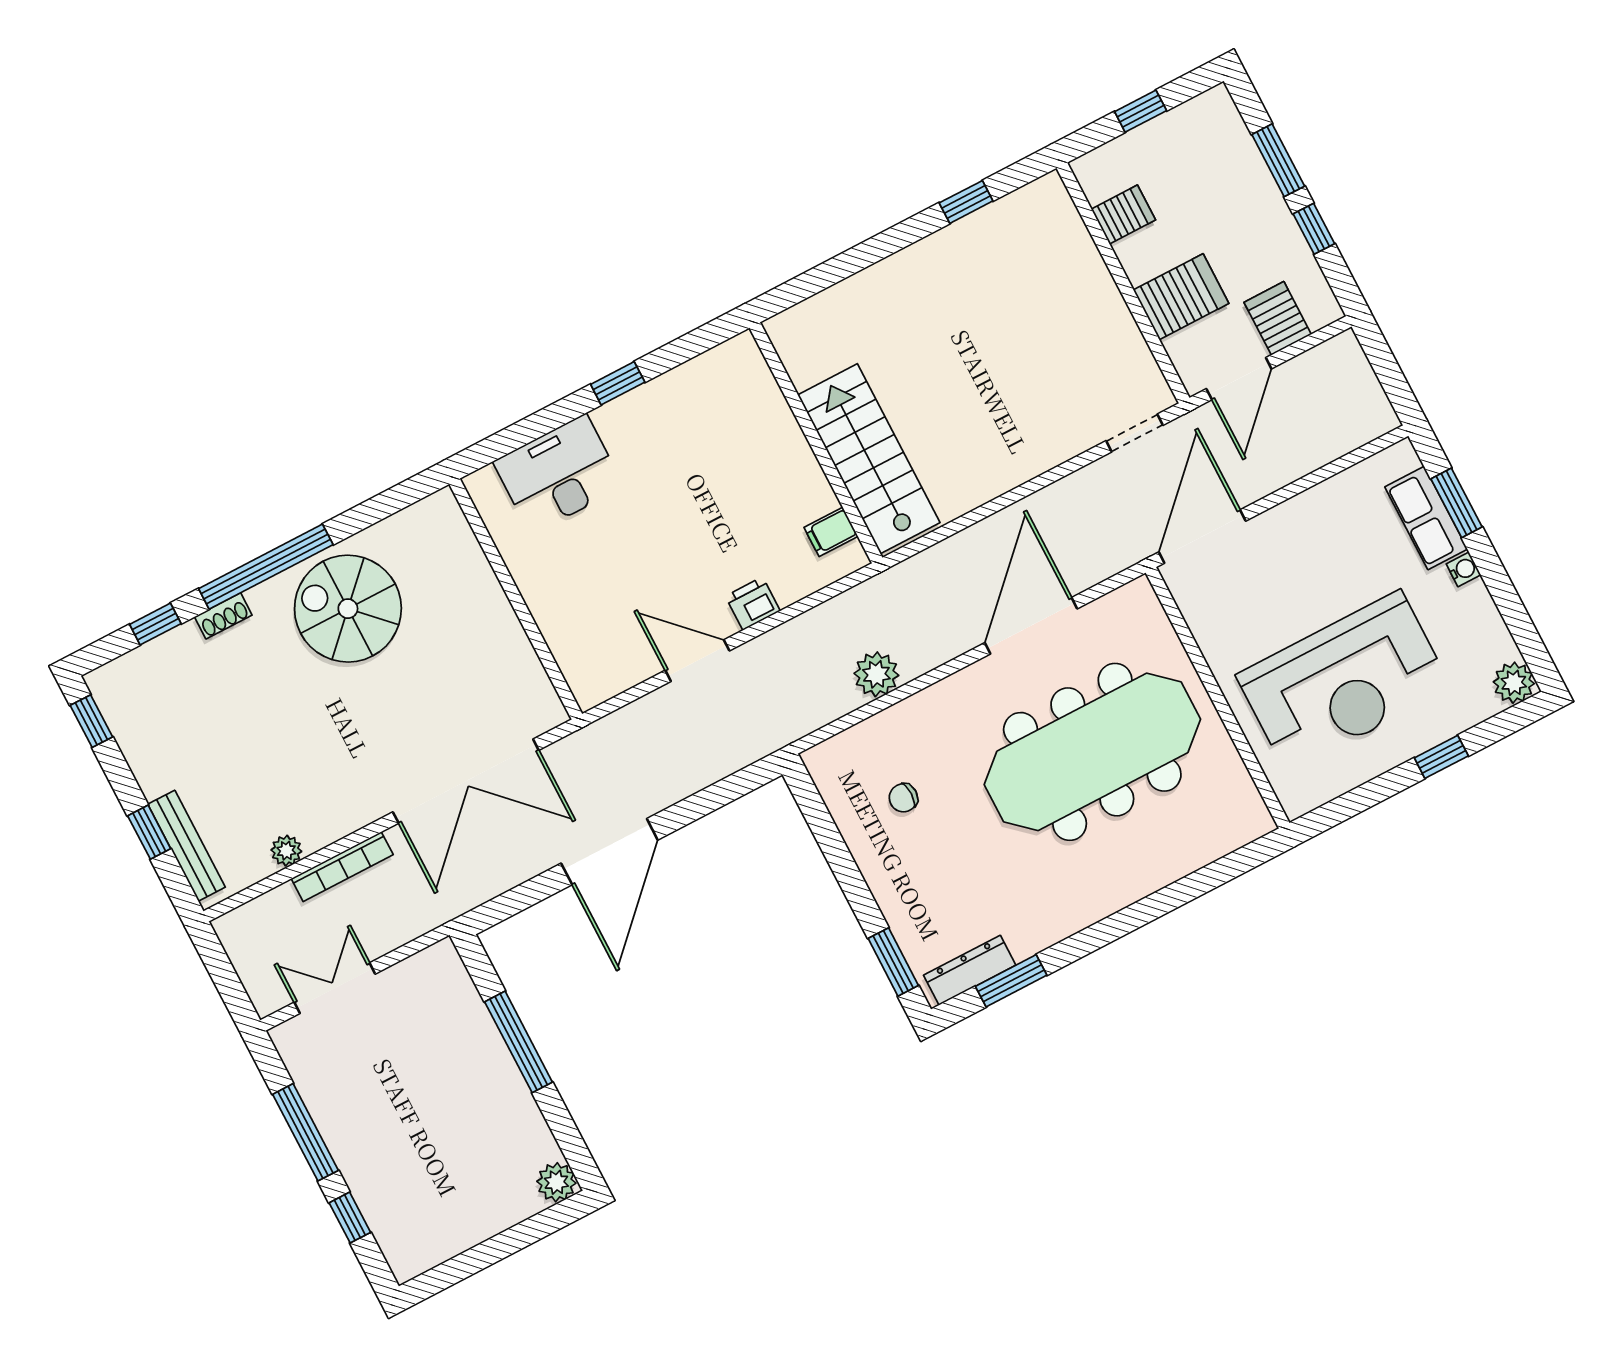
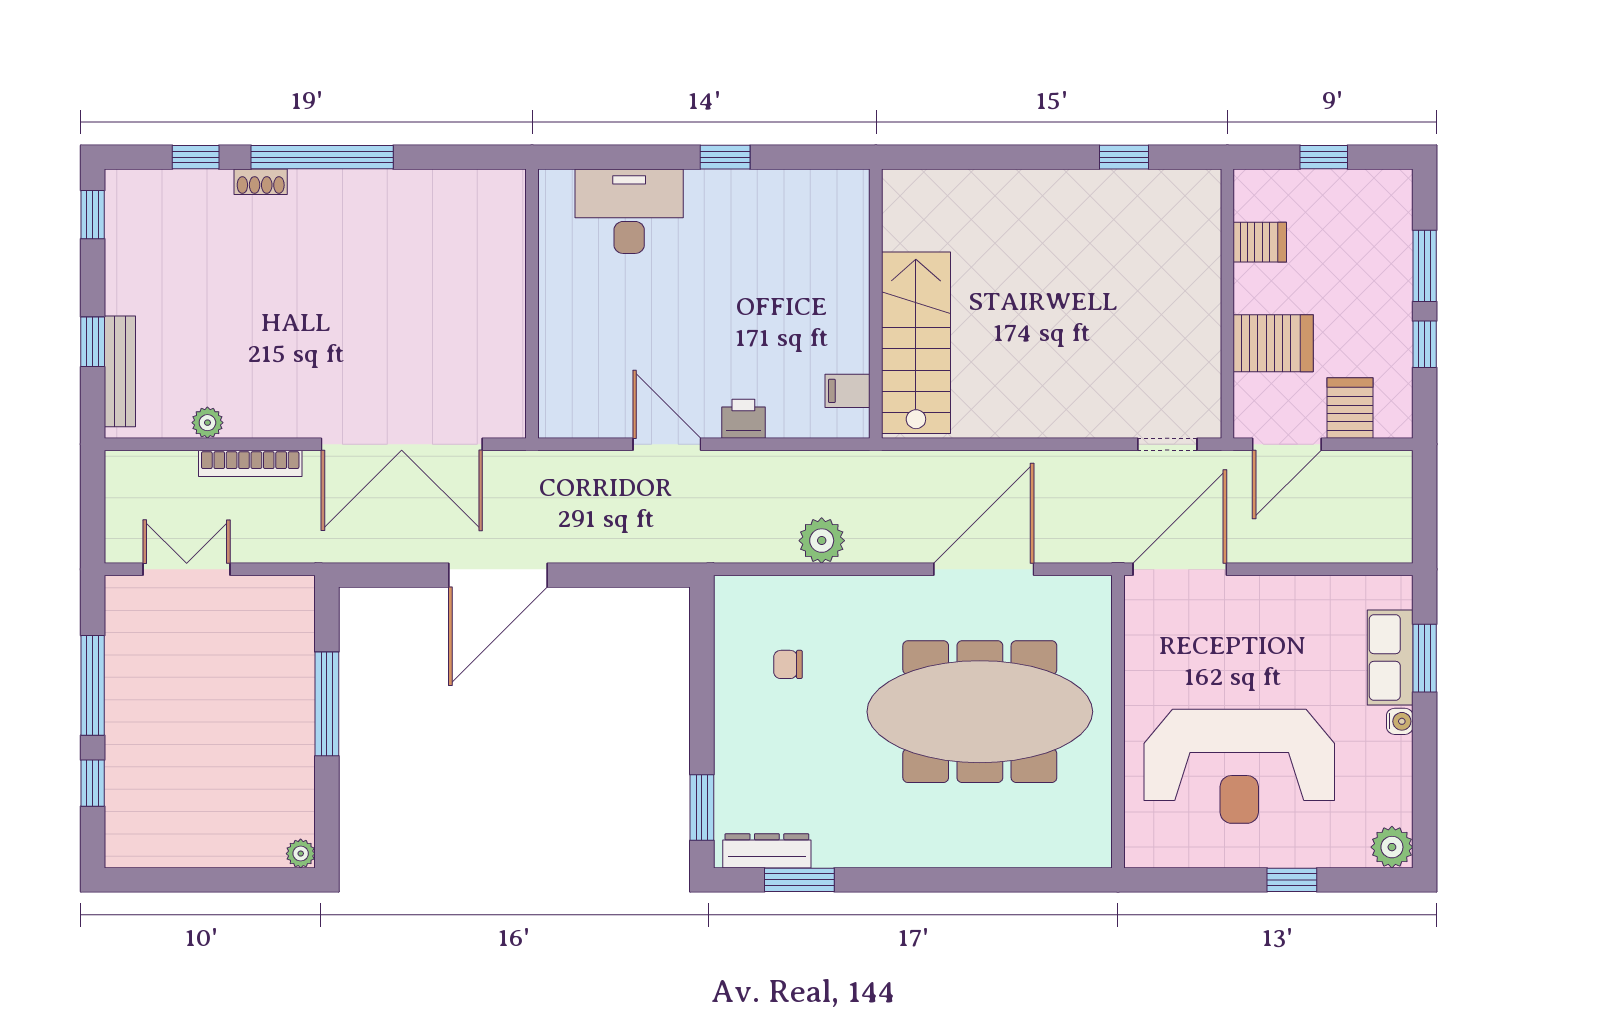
spiral stairs: (348, 609) -> (376, 234), removed
plant: (556, 1182) -> (301, 854), width x0.73, depth x0.73

